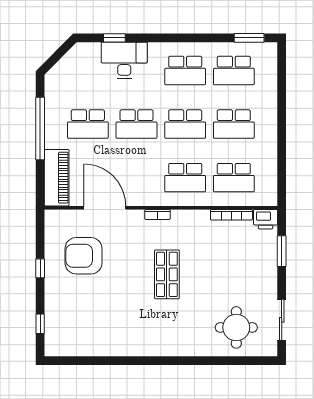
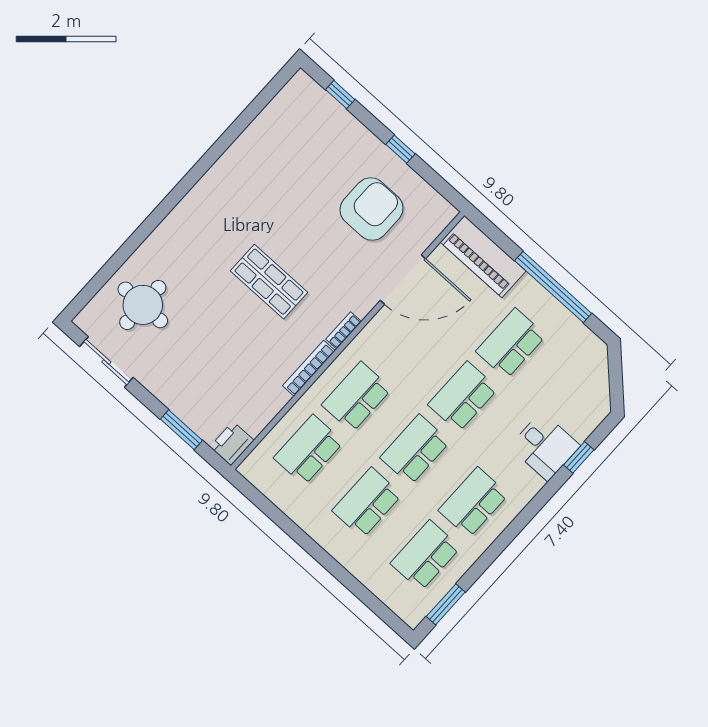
desk: (124, 60) -> (545, 446), width x0.73
bookcase: (231, 215) -> (309, 368), moved

